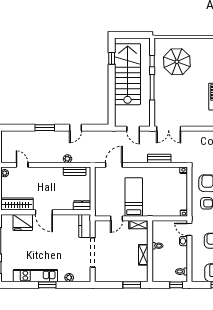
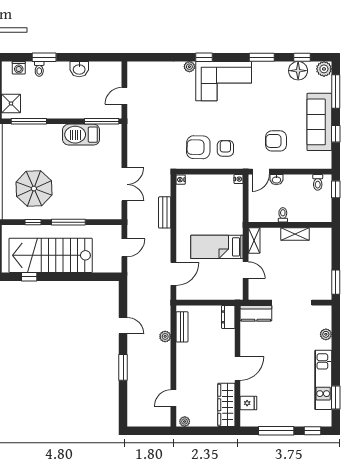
double door: (169, 129) -> (124, 184), moved
door: (114, 165) -> (173, 274), swing flipped
fridge: (23, 222) -> (248, 403), width x0.53, depth x0.75
window: (47, 285) -> (336, 398), moved
window: (132, 285) -> (336, 282), moved

